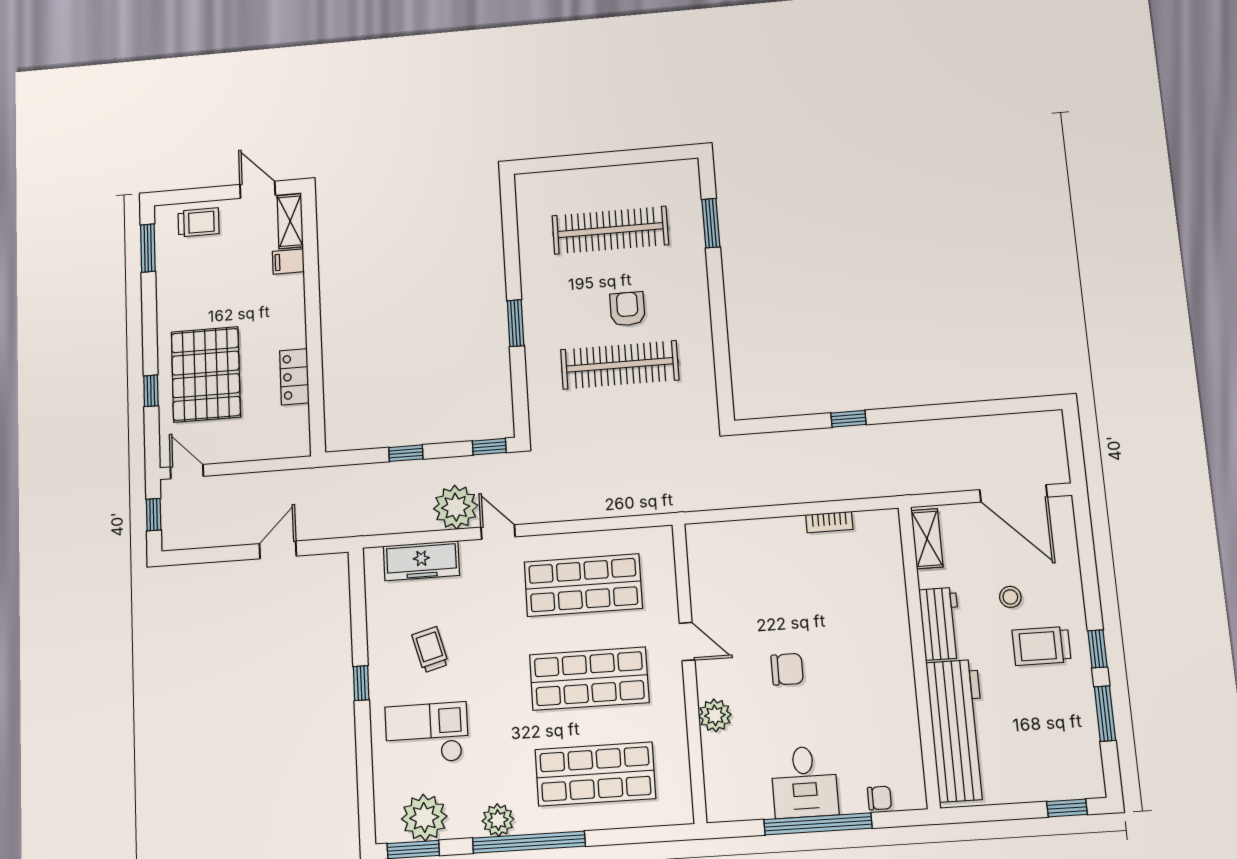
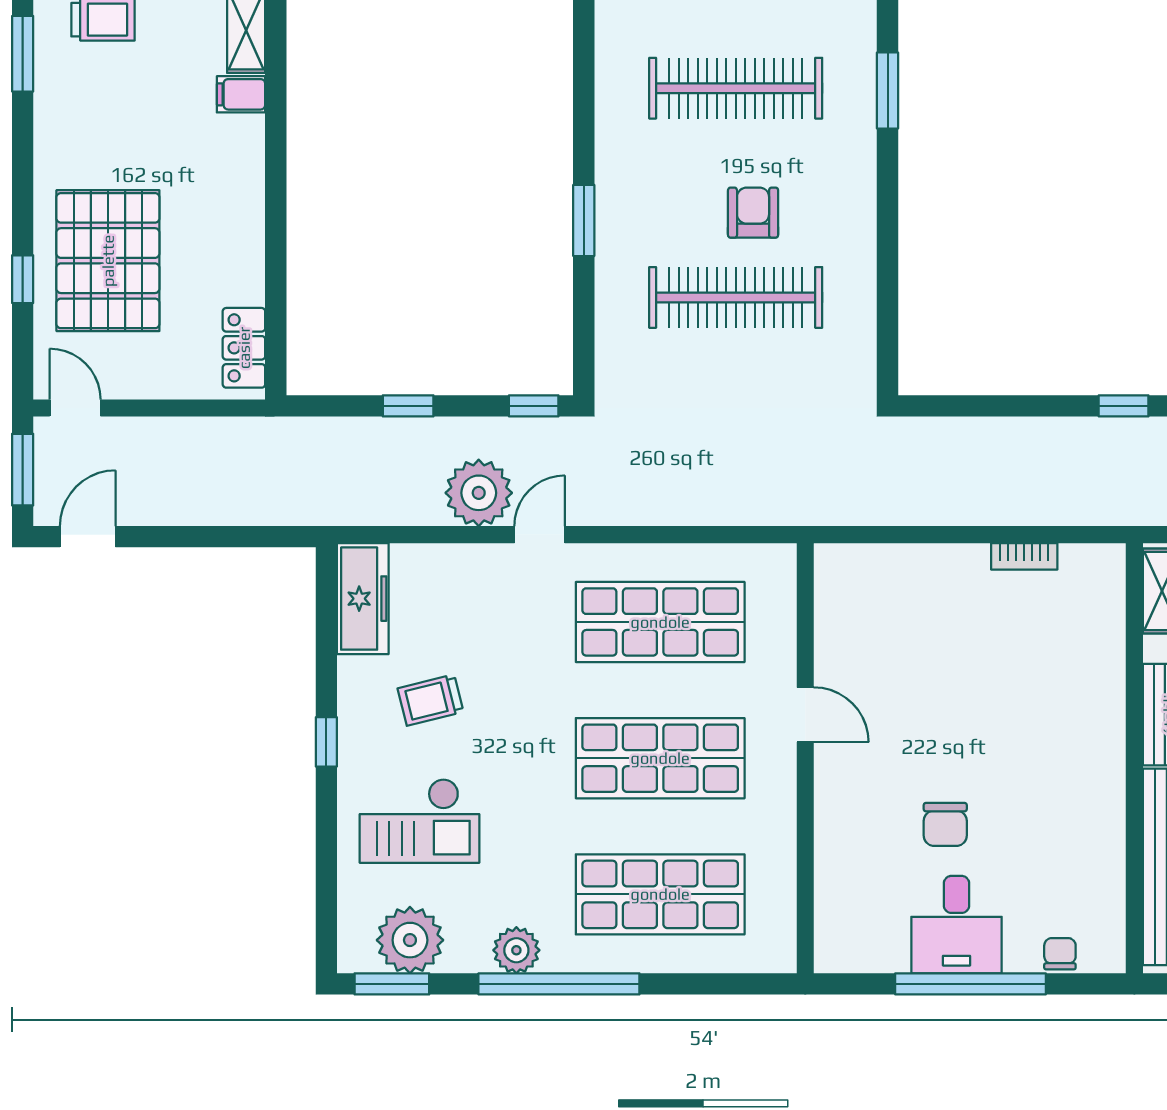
locker: (294, 377) -> (244, 348), moved
window: (848, 419) -> (1124, 406), moved
window: (154, 515) -> (23, 470), width x1.50
door: (498, 532) -> (540, 535), hinge flipped
door: (278, 550) -> (88, 537), moved
freezer: (421, 561) -> (363, 599), moved, turned -90
trolley: (430, 650) -> (430, 700), turned -89
chair: (787, 669) -> (945, 824), moved, turned 90
plant: (715, 715) -> (837, 823), removed
checkout: (427, 733) -> (420, 821), turned 180
chair: (879, 798) -> (1060, 954), turned -90

